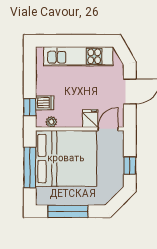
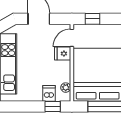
door: (108, 129) -> (72, 38), hinge flipped
window: (130, 166) -> (93, 19), moved

